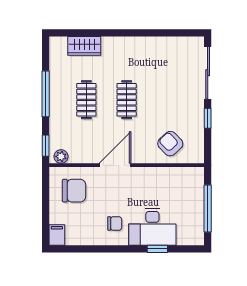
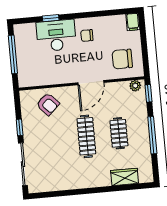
clothes rail: (127, 100) -> (86, 136), width x1.36

